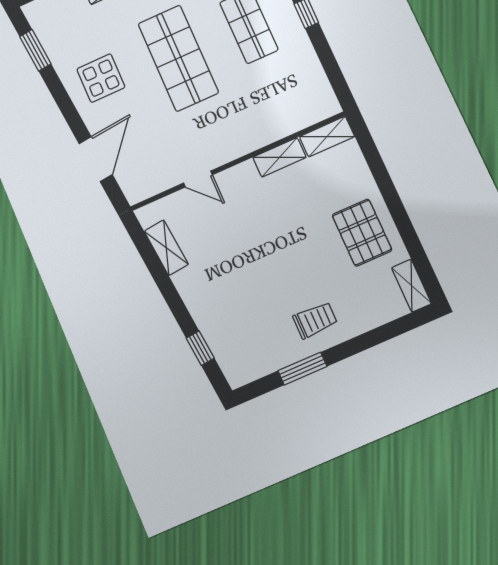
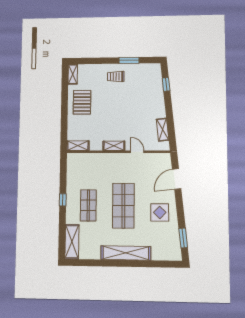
shelving: (279, 157) -> (114, 146), moved

